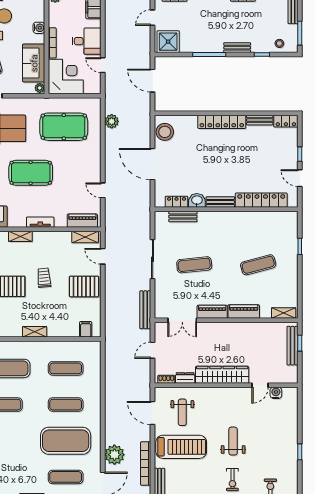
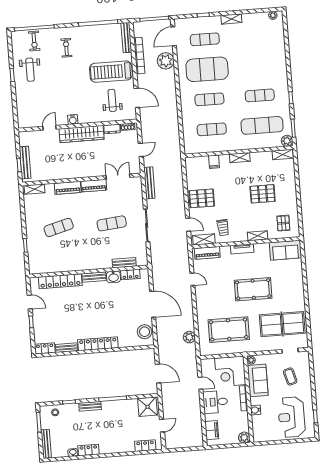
trolley: (44, 278) -> (223, 228), moved
filing cabinet: (86, 329) -> (214, 162), moved
water cooler: (276, 393) -> (73, 120), moved
weight bench: (233, 441) -> (30, 70), moved

